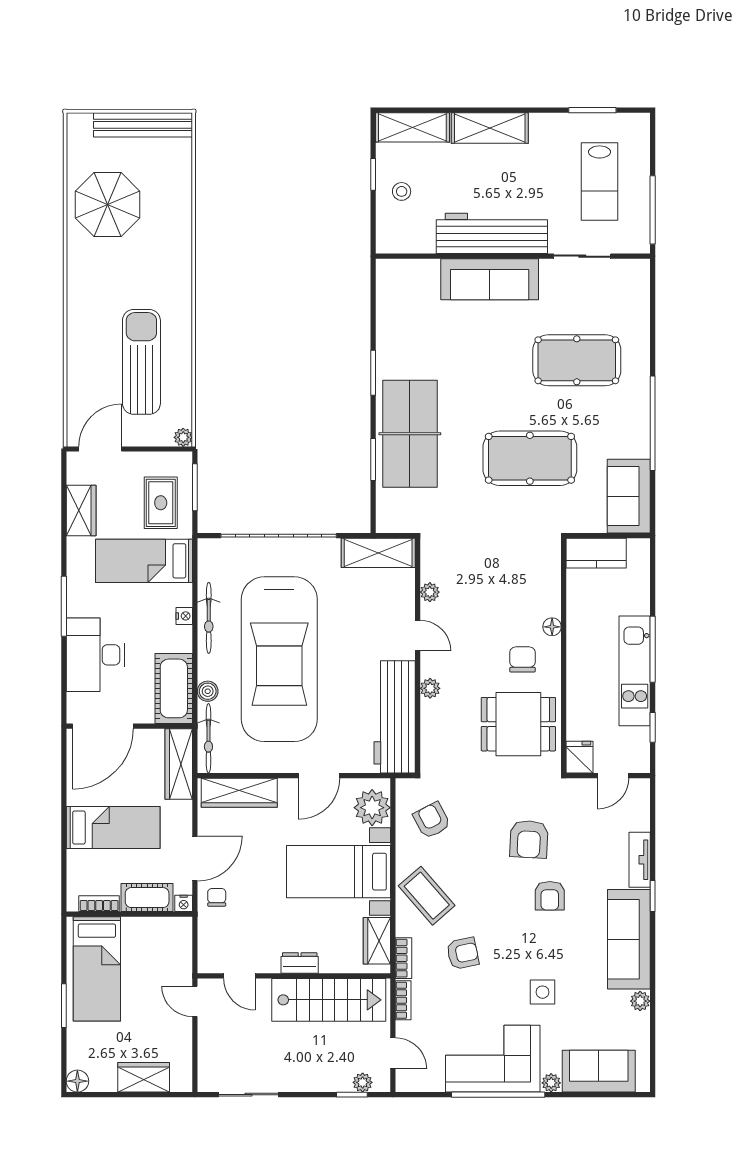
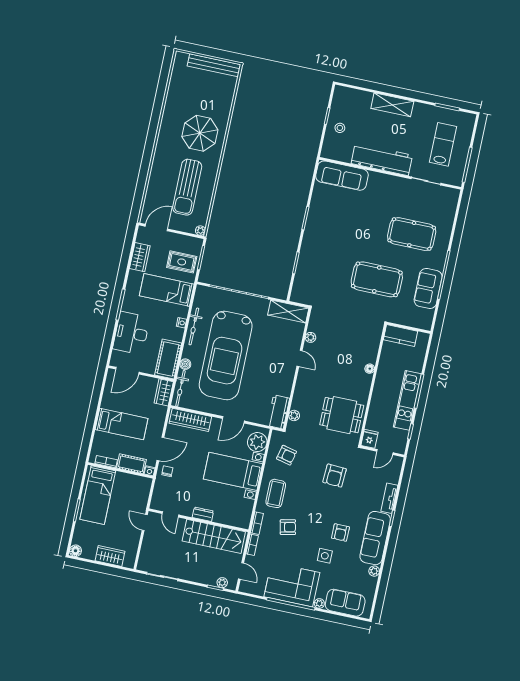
shelving: (412, 127) -> (353, 96), removed
lab bench: (600, 181) -> (443, 144), turned 180
parasol: (108, 205) -> (200, 133), moved
sofa: (490, 279) -> (342, 176), moved
sun lounger: (141, 362) -> (187, 187), turned 180
table tennis table: (410, 434) -> (318, 254), removed
sofa: (629, 496) -> (428, 288), moved
rug: (161, 503) -> (182, 262), turned 90
chair: (523, 659) -> (351, 382), removed
plant: (430, 688) -> (294, 415), moved
workbench: (395, 717) -> (278, 412), width x0.53, depth x0.76
door: (103, 726) -> (127, 371), width x0.73
wardrobe: (179, 764) -> (164, 392), width x0.67
armchair: (432, 820) -> (287, 455), turned 131
coffee table: (427, 896) -> (276, 493), turned 41
armchair: (550, 896) -> (340, 533), moved
wardrobe: (377, 941) -> (245, 511), removed

